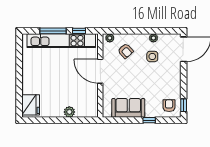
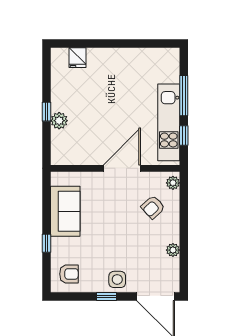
kitchen unit: (61, 41) -> (169, 122), width x0.73
side table: (152, 56) -> (117, 279), moved
fridge: (31, 105) -> (77, 58), width x0.53, depth x0.75
window: (184, 105) -> (106, 296), moved
window: (63, 120) -> (47, 112), added

